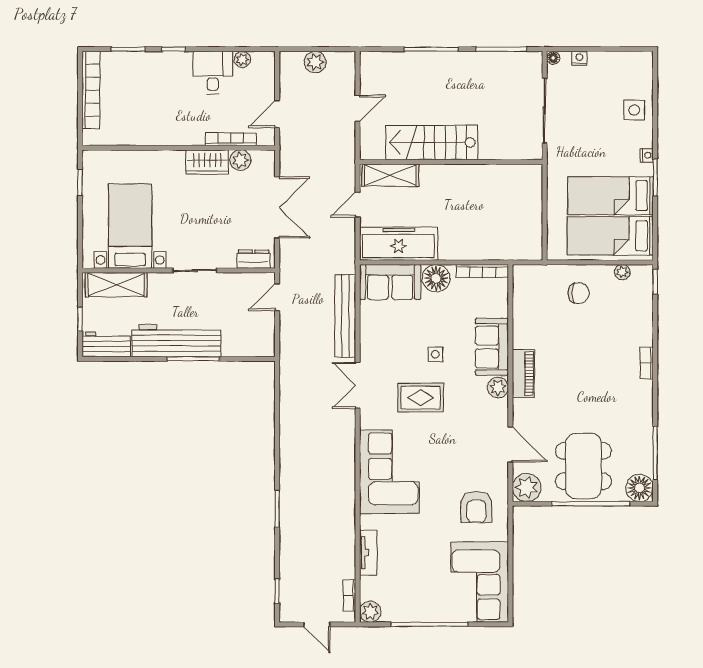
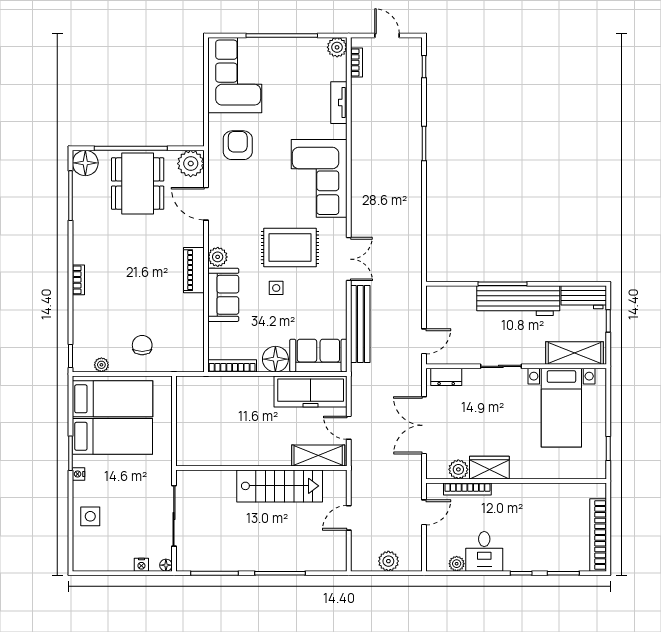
door: (358, 205) -> (349, 428), swing flipped
chair: (579, 293) -> (142, 345), turned 90
rug: (421, 398) -> (290, 248), width x1.36, depth x1.43

